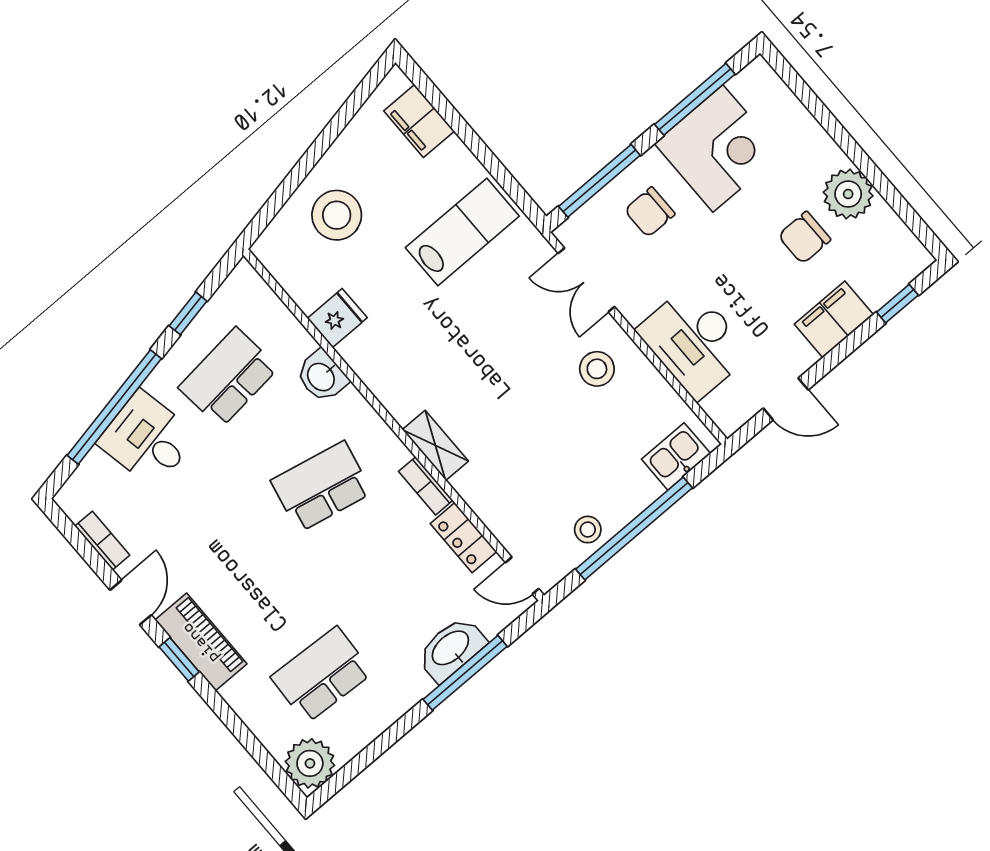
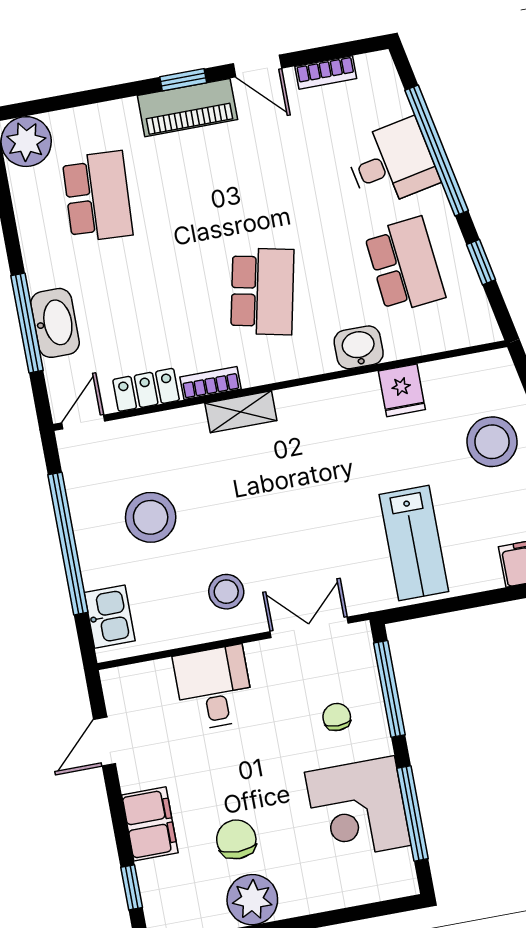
chair: (650, 212) -> (337, 717), width x0.73, depth x0.73
desk: (694, 342) -> (214, 688), width x0.73
stool: (588, 530) -> (151, 517), moved, width x1.89, depth x1.89

